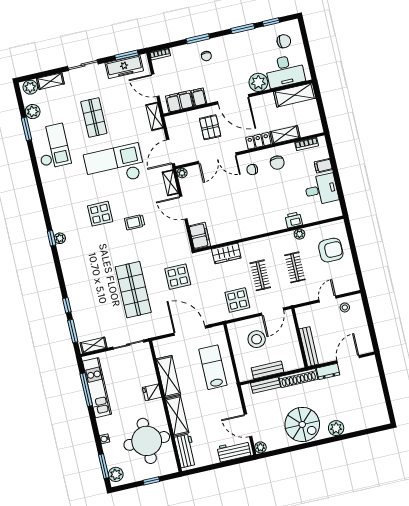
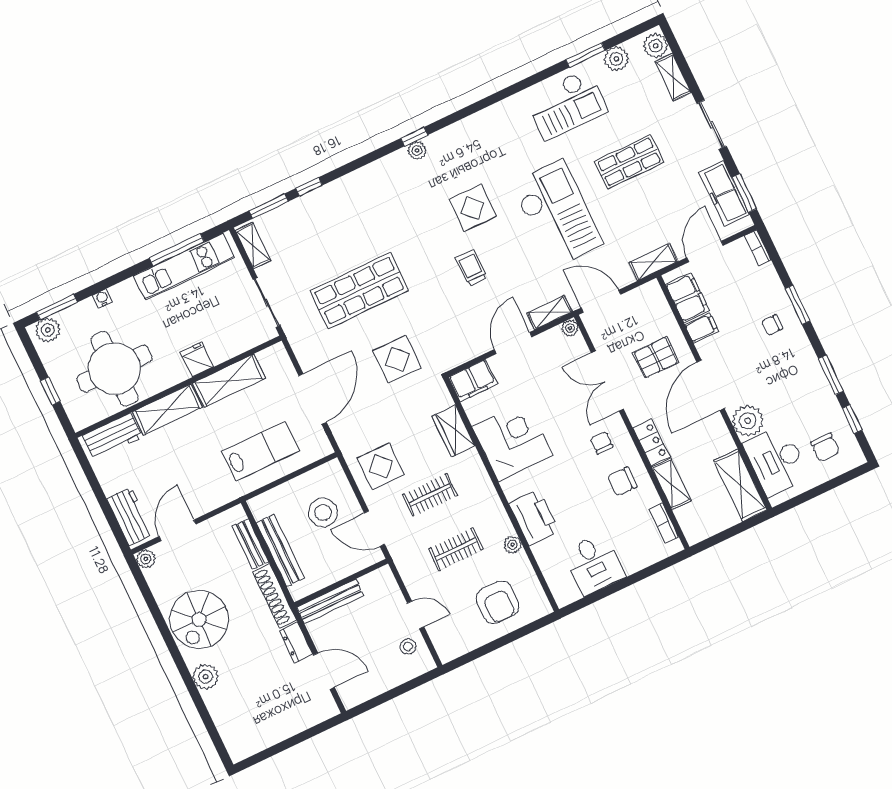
filing cabinet: (323, 166) -> (634, 559), removed
printer: (294, 220) -> (534, 517), width x1.87, depth x1.48
corner desk: (240, 221) -> (513, 441), added
bench: (267, 370) -> (280, 550), width x1.36

